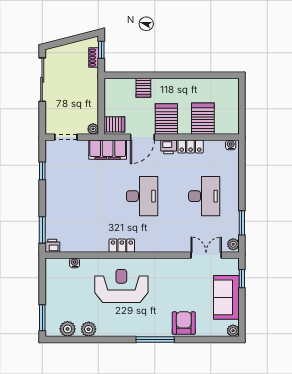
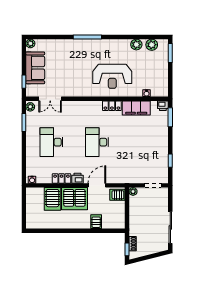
server rack: (166, 119) -> (74, 199), width x1.60
filing cabinet: (108, 150) -> (136, 108), moved, turned 180
armchair: (184, 323) -> (67, 49), removed

